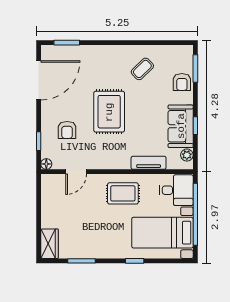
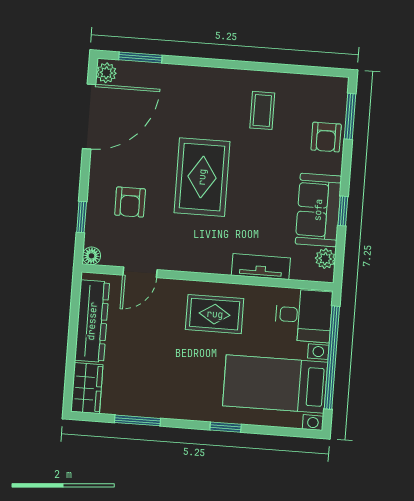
plant: (47, 53) -> (106, 73), added
coffee table: (142, 69) -> (262, 110), turned -46
dresser: (50, 203) -> (92, 321), added

